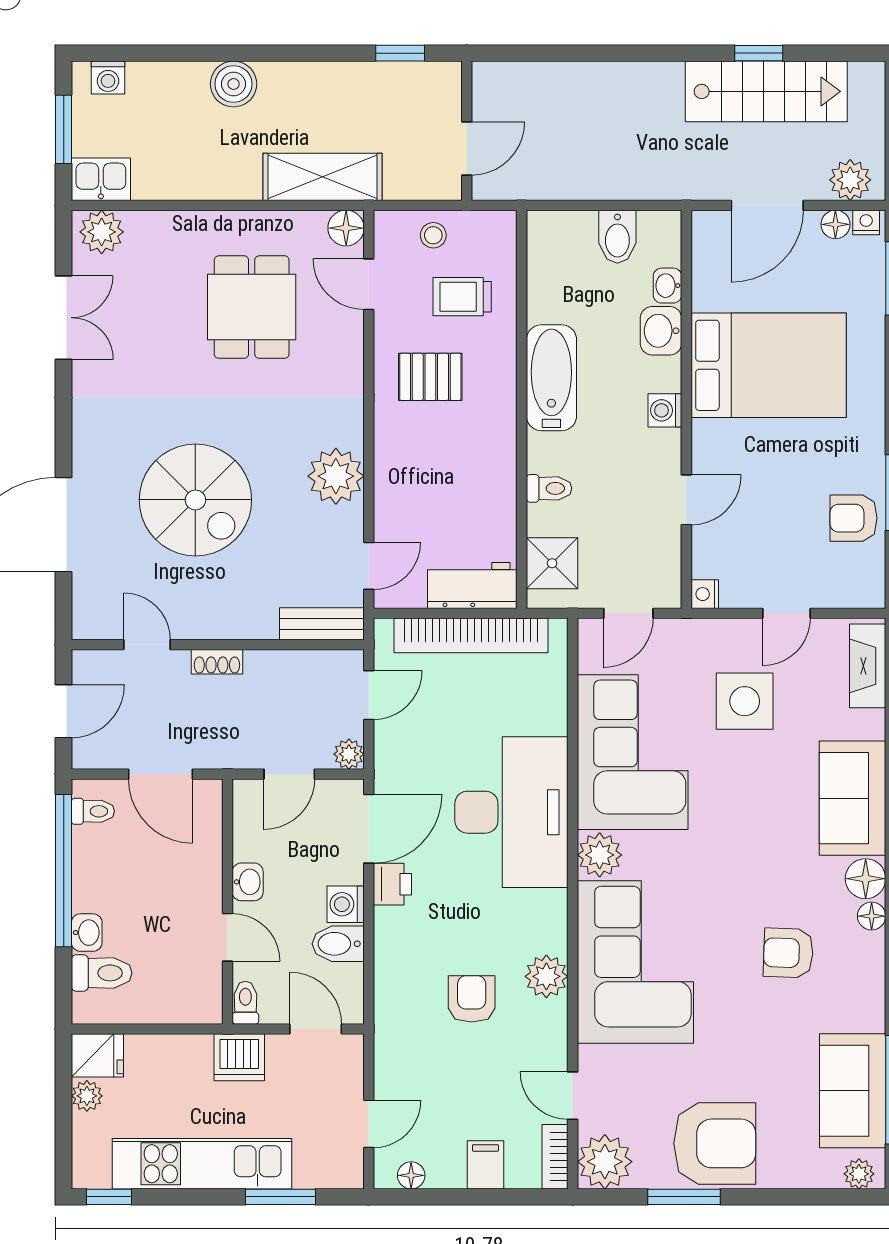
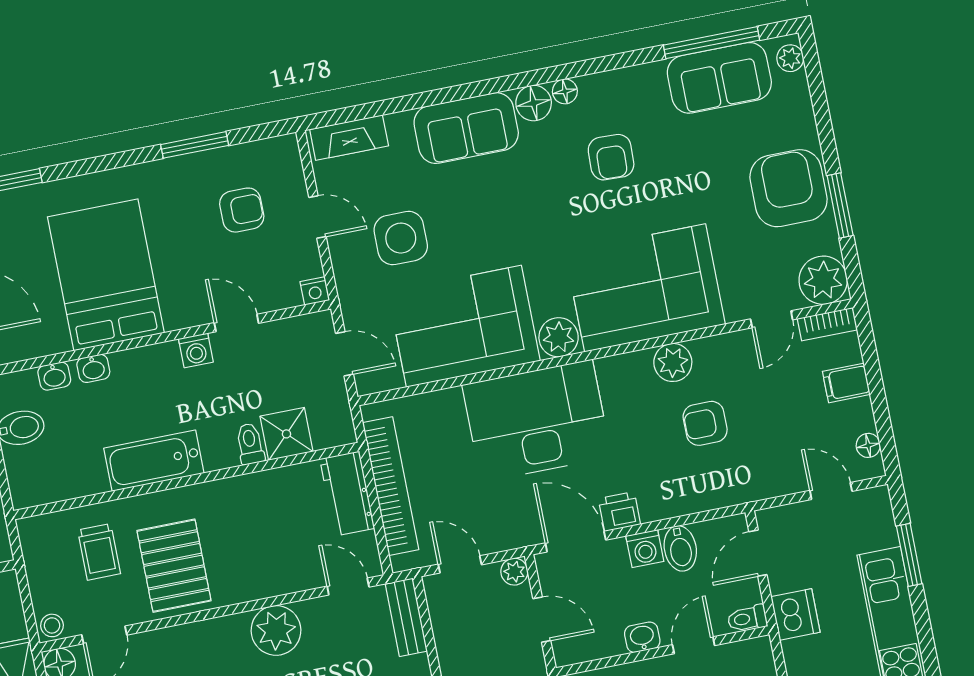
stool: (433, 235) -> (52, 625), moved
washbasin: (661, 331) -> (93, 368), width x0.72, depth x0.69
pallet: (430, 377) -> (174, 566), width x1.50, depth x1.42
washing machine: (665, 410) -> (196, 350), moved
armchair: (854, 518) -> (242, 210), moved, turned -90
shower: (552, 563) -> (286, 434), moved

